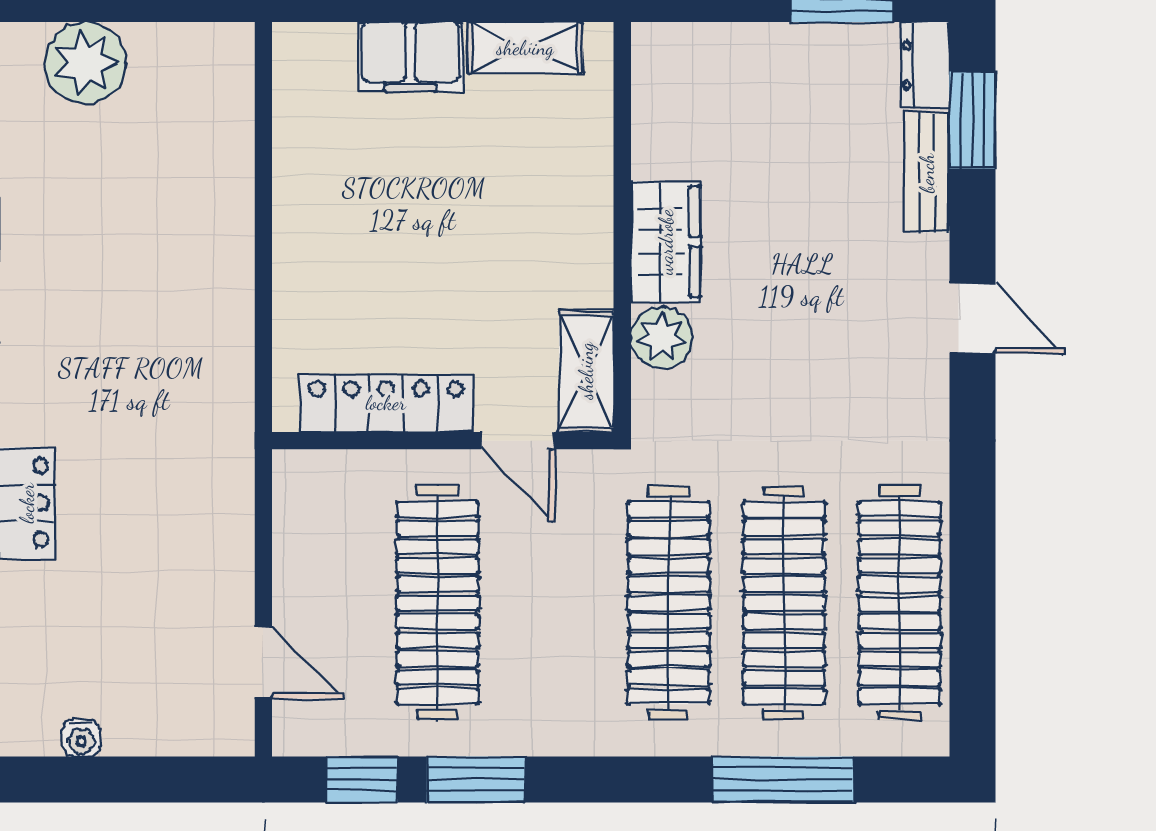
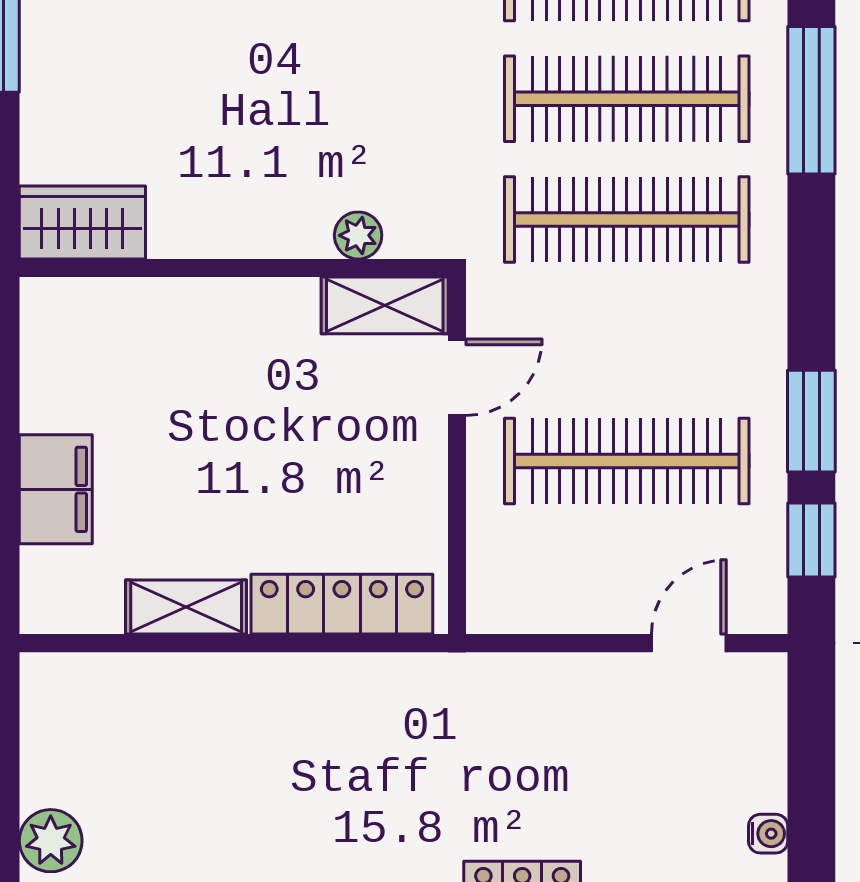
shelving: (525, 48) -> (186, 607), moved, turned 90
plant: (85, 63) -> (51, 841), width x0.73, depth x0.73
wardrobe: (666, 242) -> (82, 223), moved
plant: (662, 337) -> (358, 235), width x0.73, depth x0.73
locker: (386, 403) -> (342, 604), moved, turned 90

